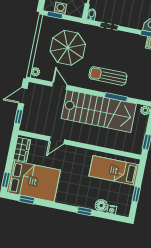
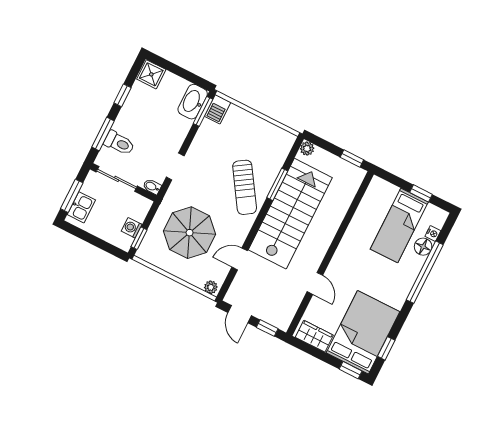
sun lounger: (108, 76) -> (245, 187), turned -33
bed: (114, 170) -> (399, 226), moved
window: (85, 211) -> (425, 272), width x3.17

